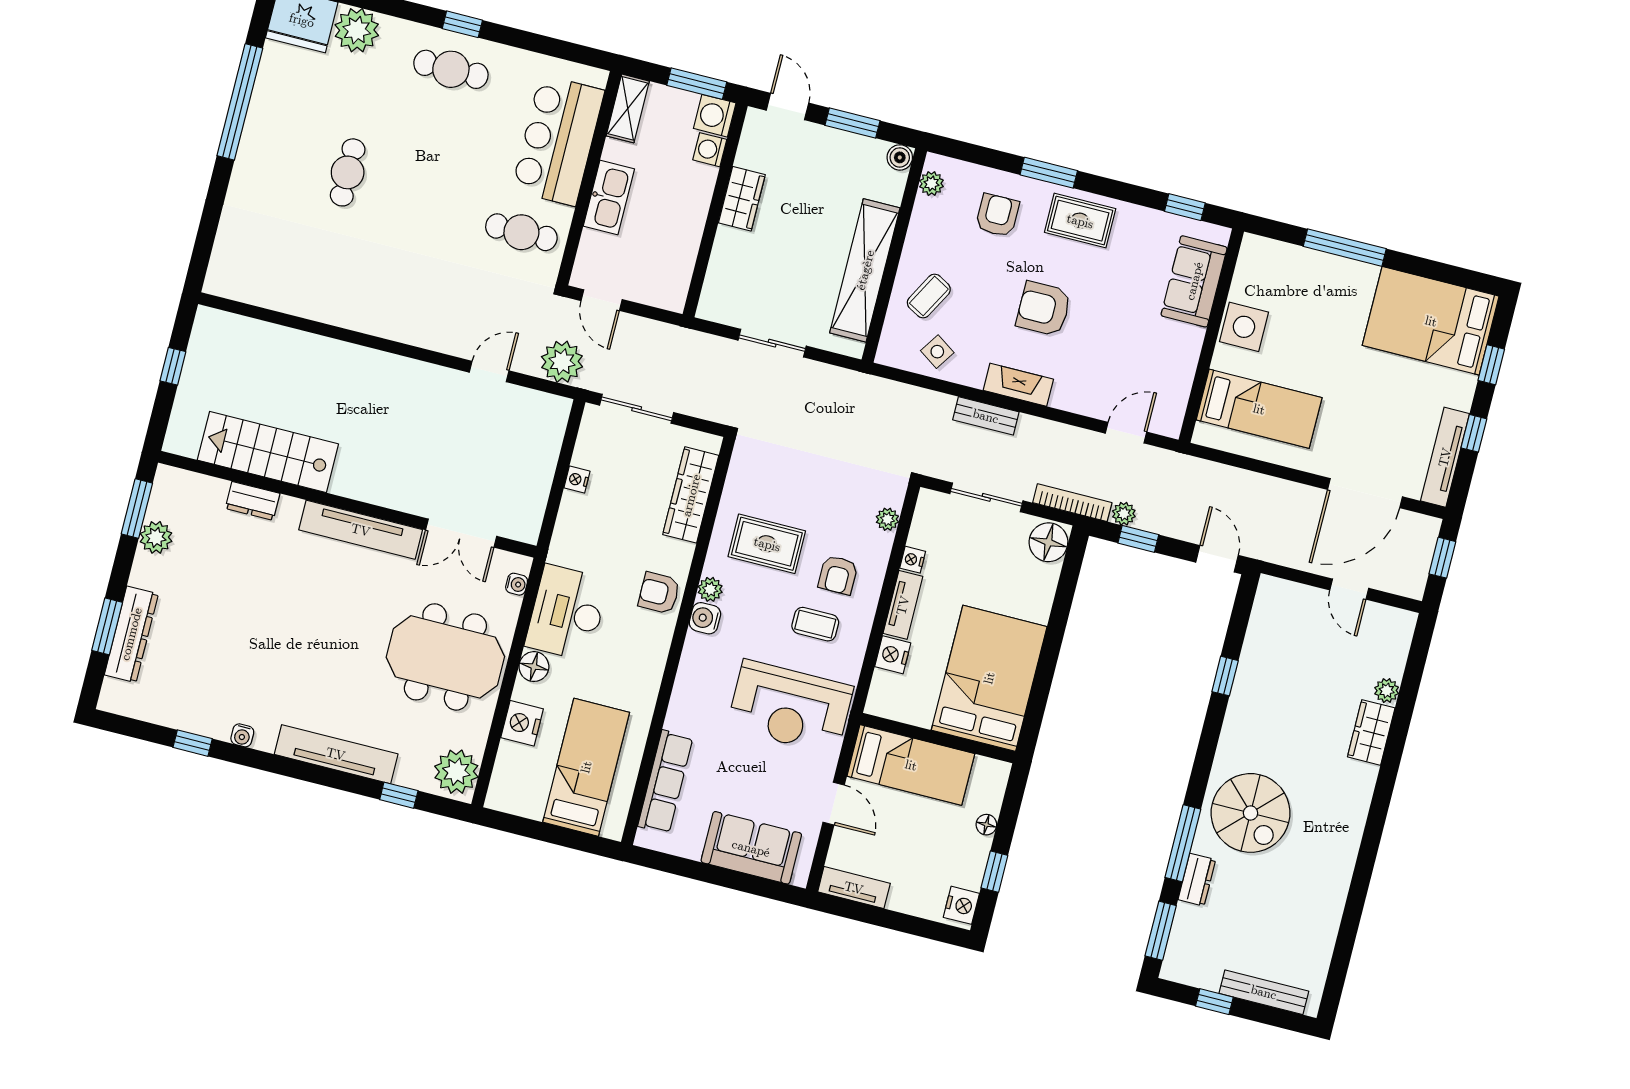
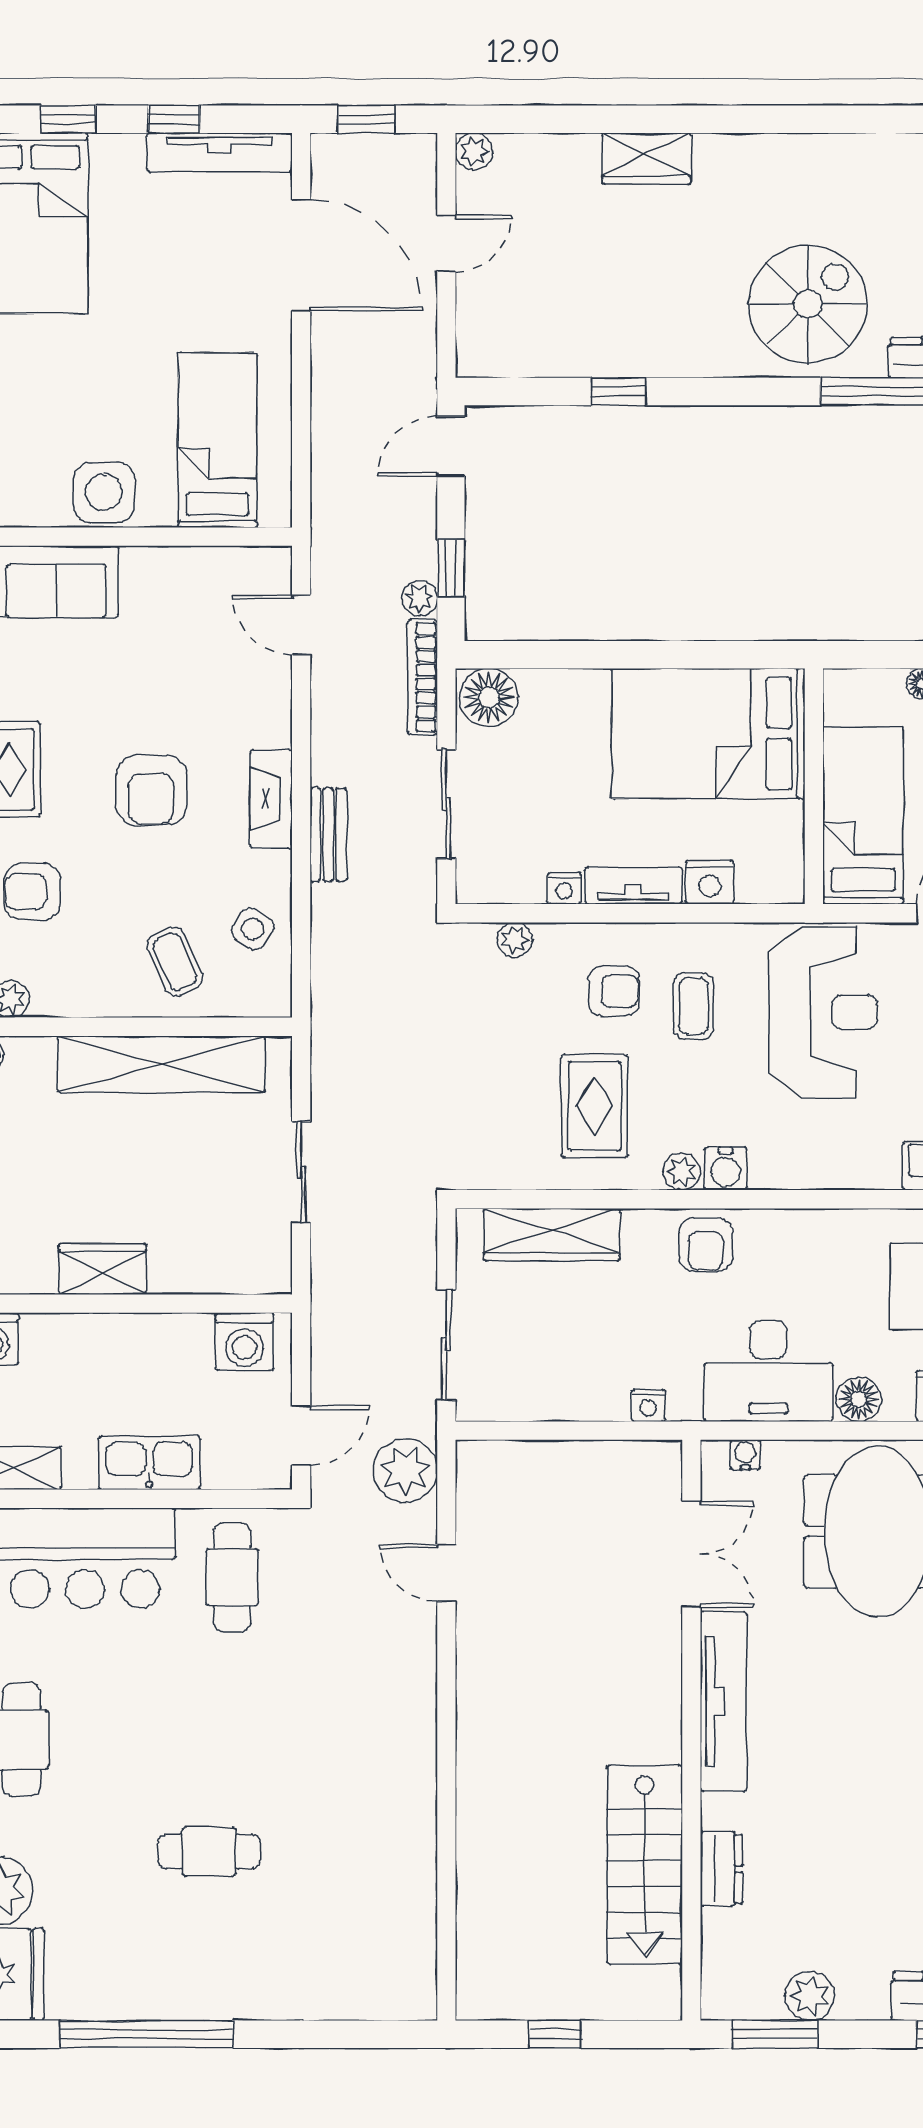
washing machine: (710, 150) -> (244, 1342), moved, width x1.38, depth x1.38
coffee table: (929, 296) -> (175, 962), turned 37
nightstand: (577, 480) -> (648, 1406), moved
plant: (1387, 691) -> (474, 151), moved

